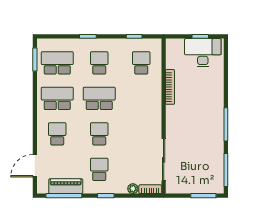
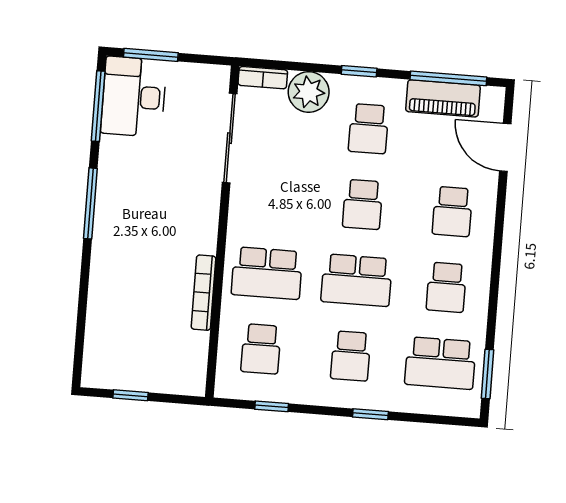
desk: (203, 53) -> (134, 97), moved, turned 90
school desk: (57, 98) -> (446, 287), width x0.54
school desk: (141, 98) -> (267, 273), added
door: (35, 166) -> (505, 147), swing flipped
plant: (133, 189) -> (309, 92), width x1.87, depth x1.87

